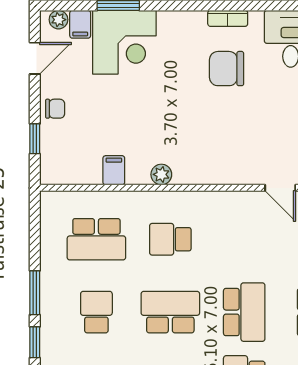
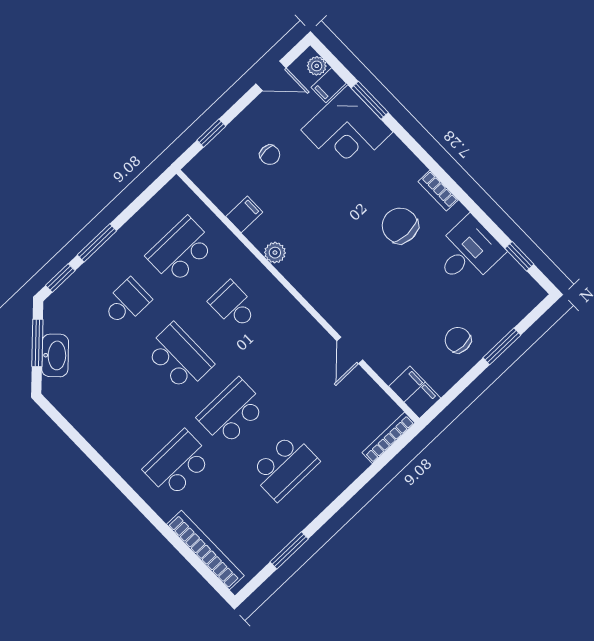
chair: (55, 109) -> (270, 155), moved
school desk: (96, 239) -> (181, 250), turned 90
school desk: (244, 312) -> (232, 412), turned 180

